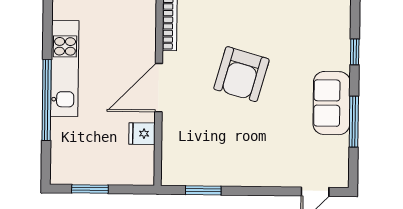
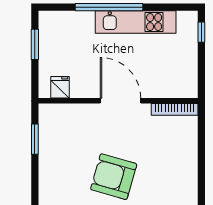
armchair: (241, 74) -> (114, 177), moved
fridge: (142, 134) -> (60, 87), moved

